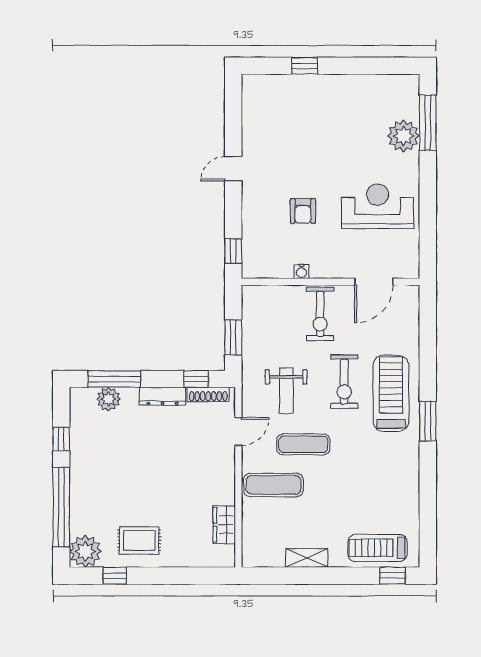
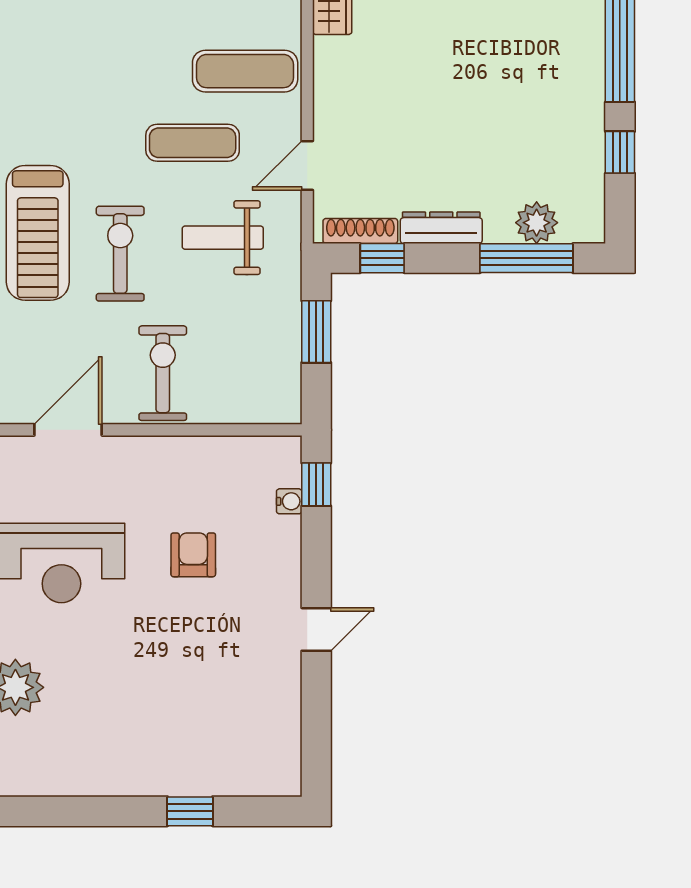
water cooler: (301, 272) -> (289, 501), moved, turned 90
weight bench: (286, 391) -> (223, 238), turned -90

